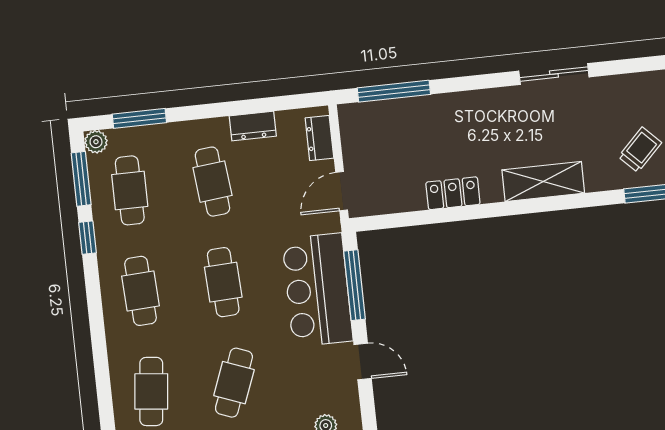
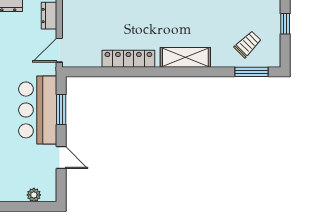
locker: (453, 193) -> (128, 59), width x1.53
window: (355, 285) -> (61, 109), width x0.69

